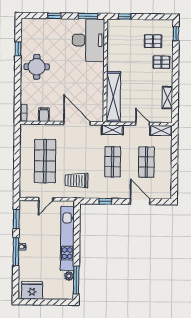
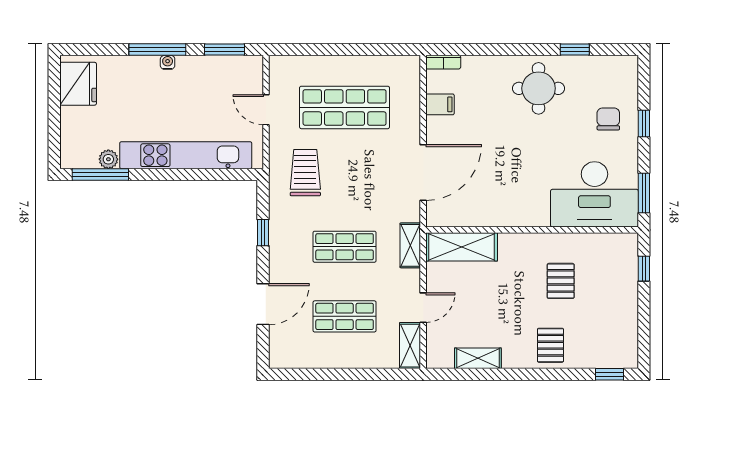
chair: (52, 33) -> (608, 119), added
pallet: (153, 41) -> (561, 281), moved
shelving: (113, 97) -> (462, 247), width x0.68

